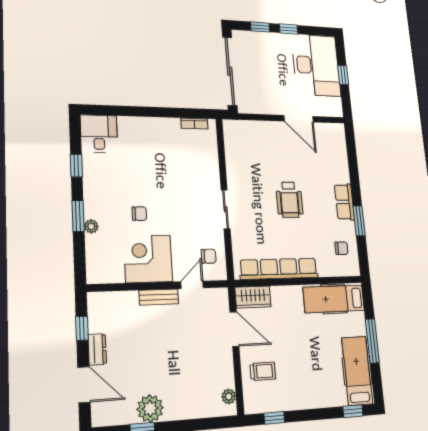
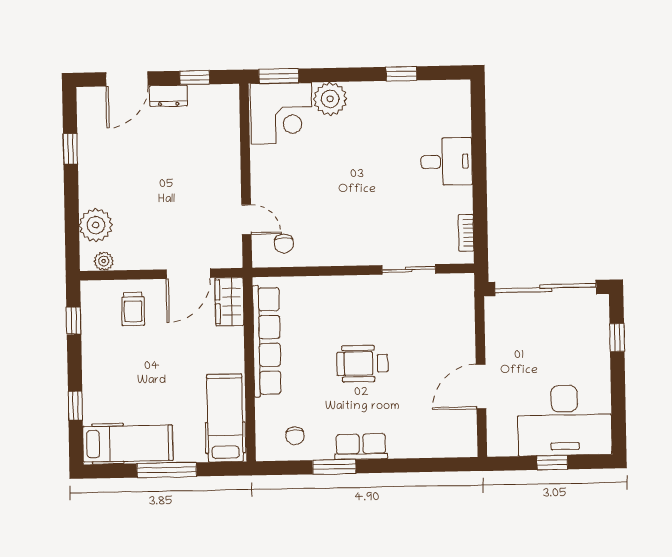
window: (289, 29) -> (618, 382), removed
desk: (99, 134) -> (447, 162), moved
sliding door: (226, 209) -> (409, 269), moved
chair: (139, 214) -> (340, 153), removed
window: (78, 216) -> (279, 76), moved
plant: (91, 226) -> (330, 99), width x1.88, depth x1.88
corner desk: (148, 259) -> (281, 113), moved, turned 90
bench: (159, 297) -> (231, 175), removed
plant: (150, 408) -> (96, 225), moved
window: (353, 411) -> (75, 406), moved

